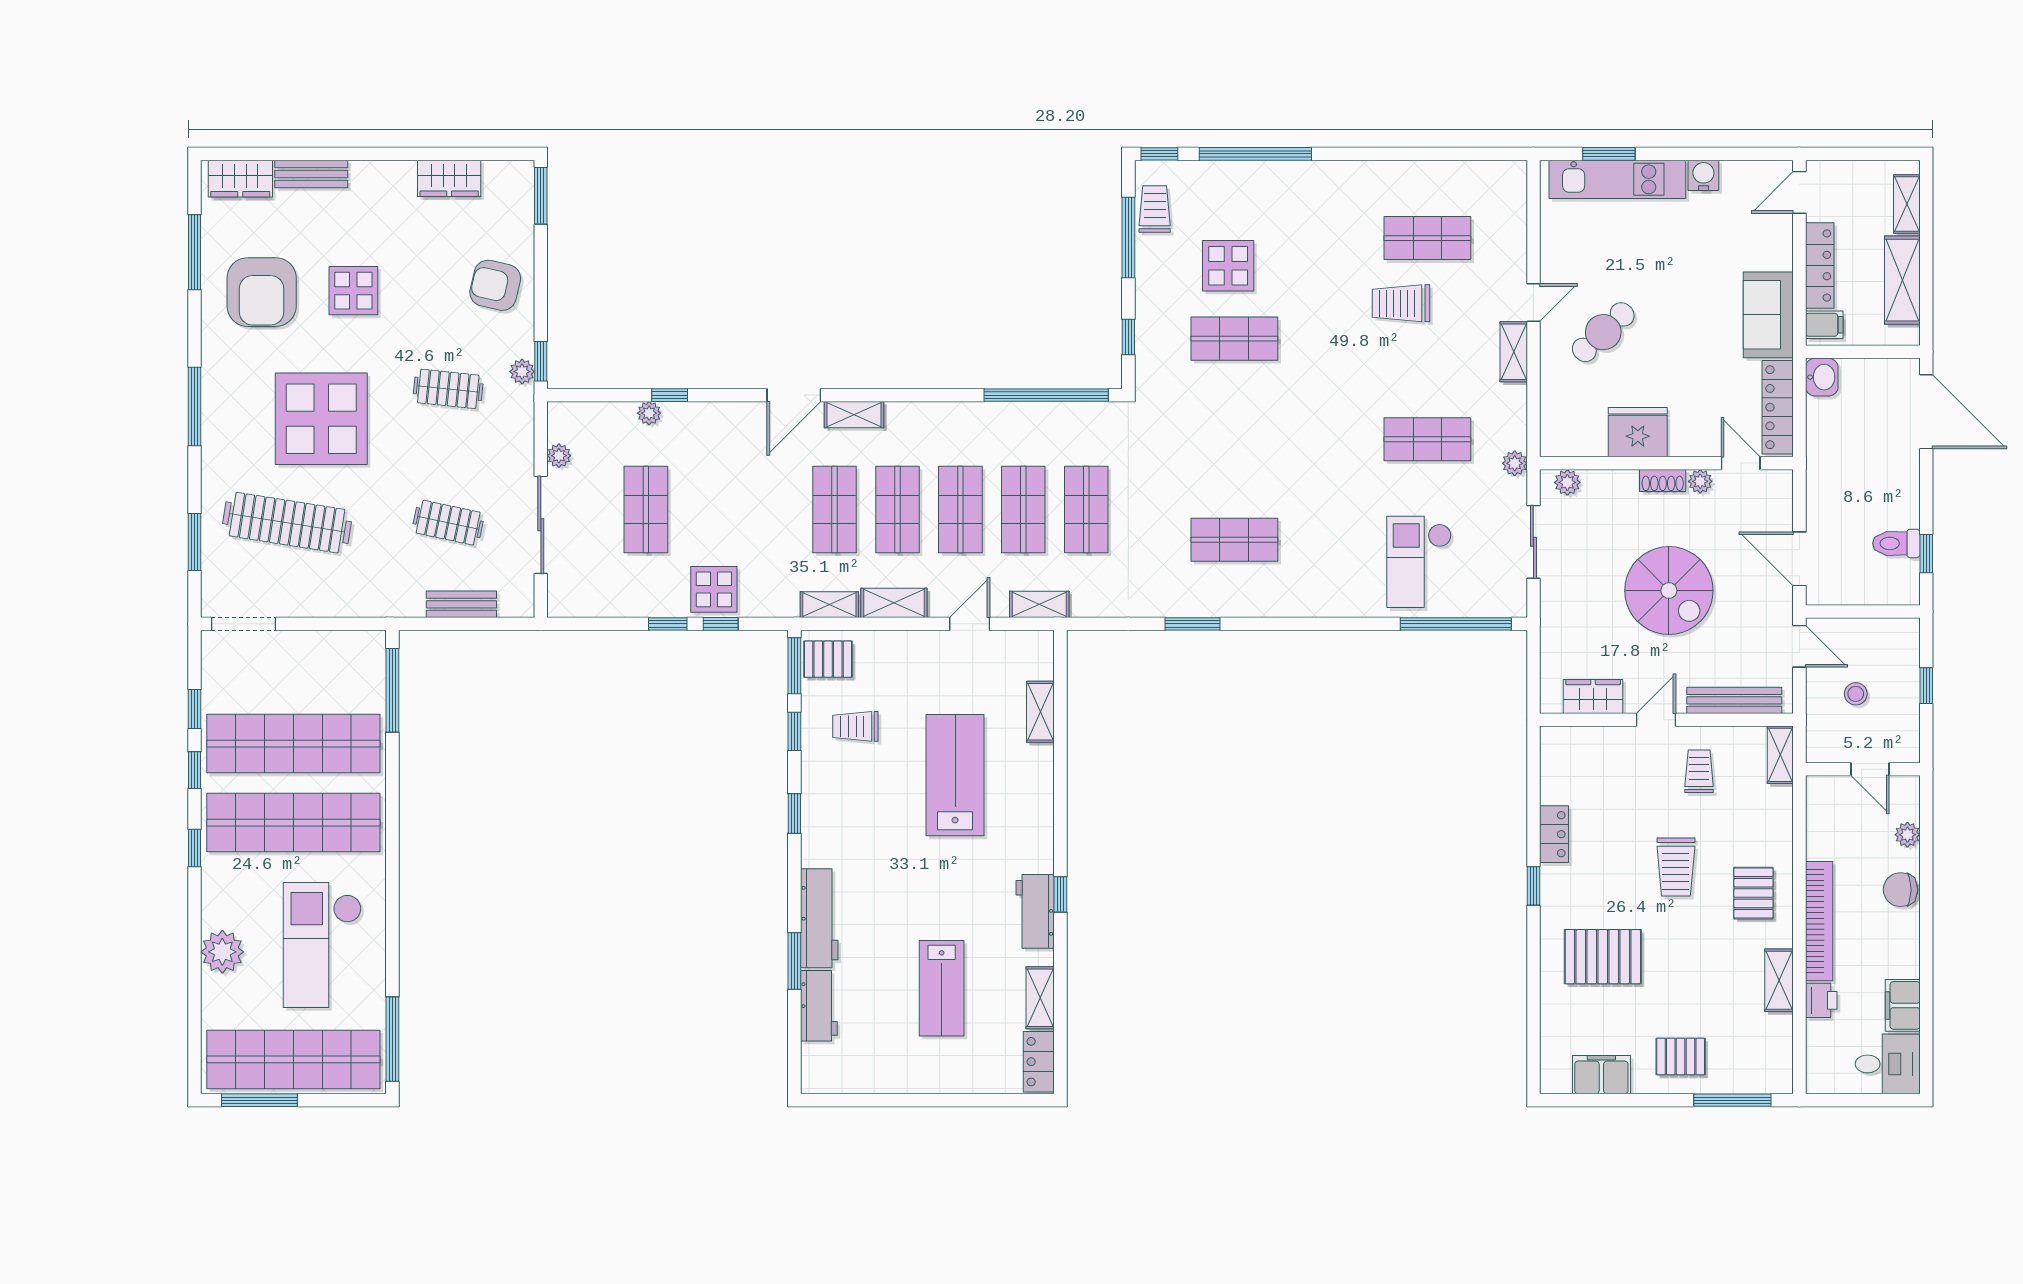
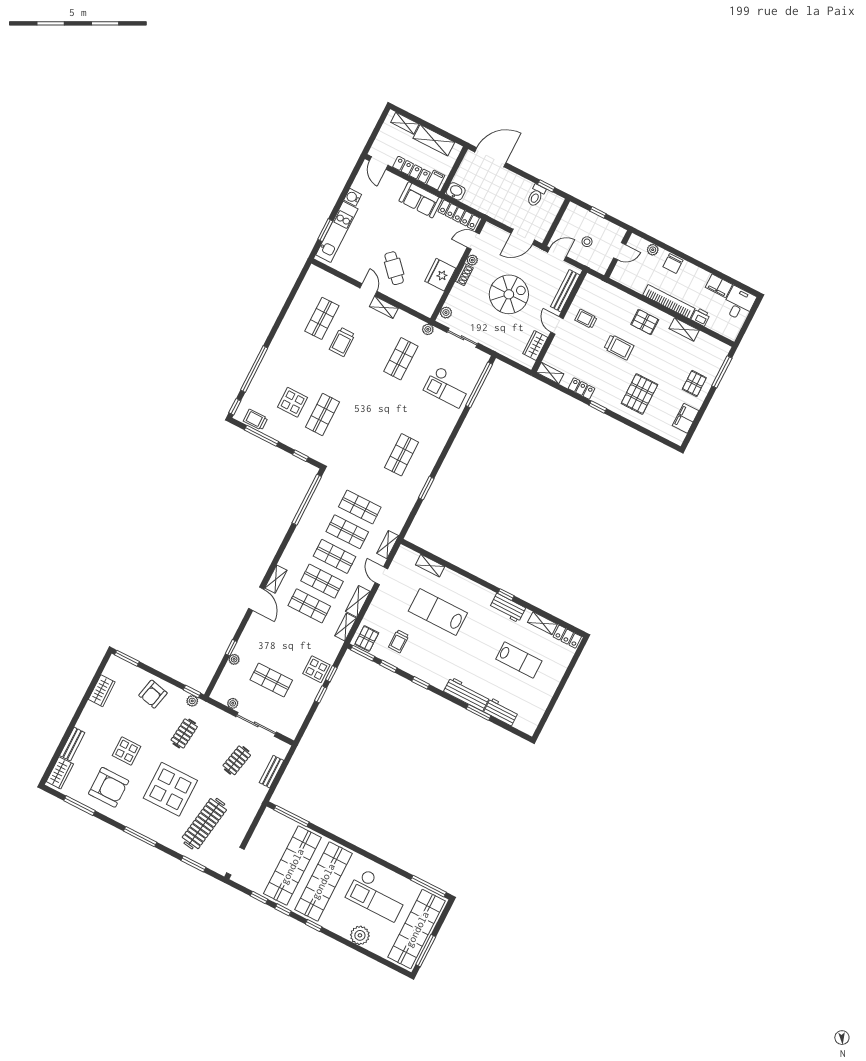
shelving: (1780, 755) -> (550, 373), moved

